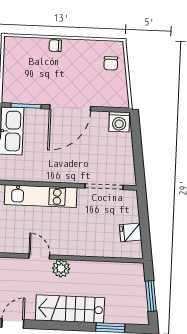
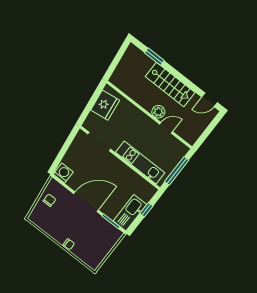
chair: (111, 63) -> (49, 200), moved
fridge: (130, 232) -> (105, 105), width x1.88, depth x1.34
door: (39, 257) -> (166, 128), swing flipped
window: (151, 296) -> (118, 58), removed

